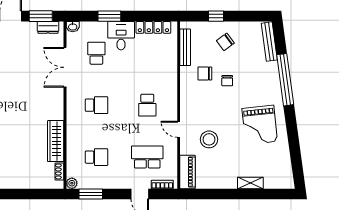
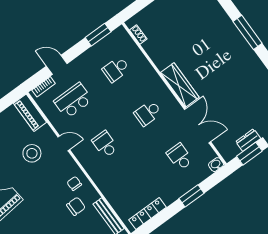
dresser: (48, 27) -> (248, 140), moved
desk: (121, 36) -> (170, 187), removed
school desk: (96, 53) -> (180, 157), turned 180
chair: (227, 81) -> (74, 183), moved
wardrobe: (56, 141) -> (180, 85), moved
school desk: (147, 157) -> (73, 101), turned 180
plant: (72, 183) -> (121, 32), removed

